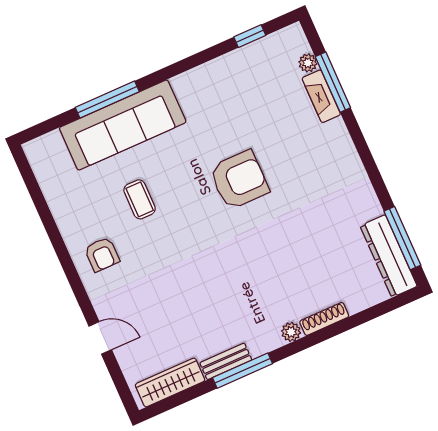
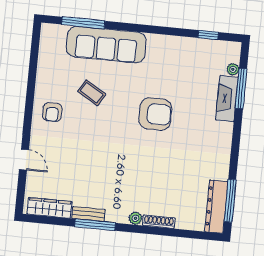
fireplace: (321, 96) -> (227, 99), width x1.37, depth x1.32
window: (107, 100) -> (83, 23), moved
coffee table: (140, 199) -> (92, 93), turned -59

